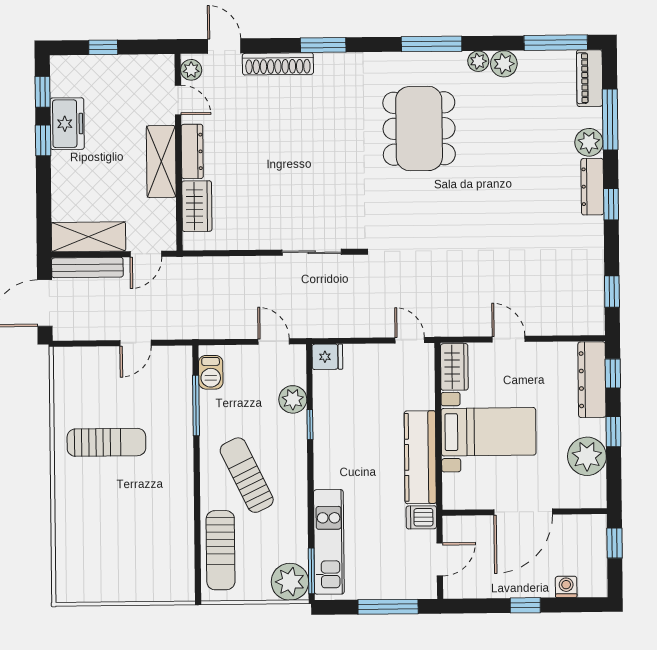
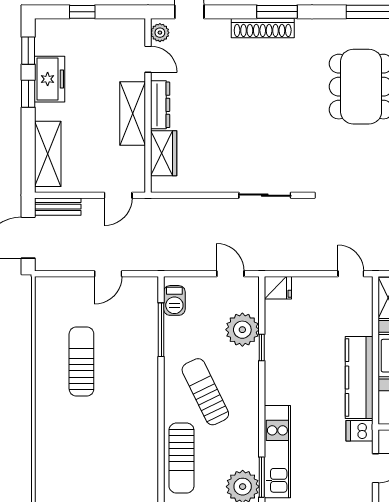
shoe rack: (278, 64) -> (263, 28), moved
shelving: (89, 237) -> (48, 154), moved, turned 90
bench: (87, 268) -> (58, 207), width x0.73
plant: (293, 399) -> (242, 330), width x1.36, depth x1.36
sun lounger: (106, 442) -> (81, 361), turned -90

